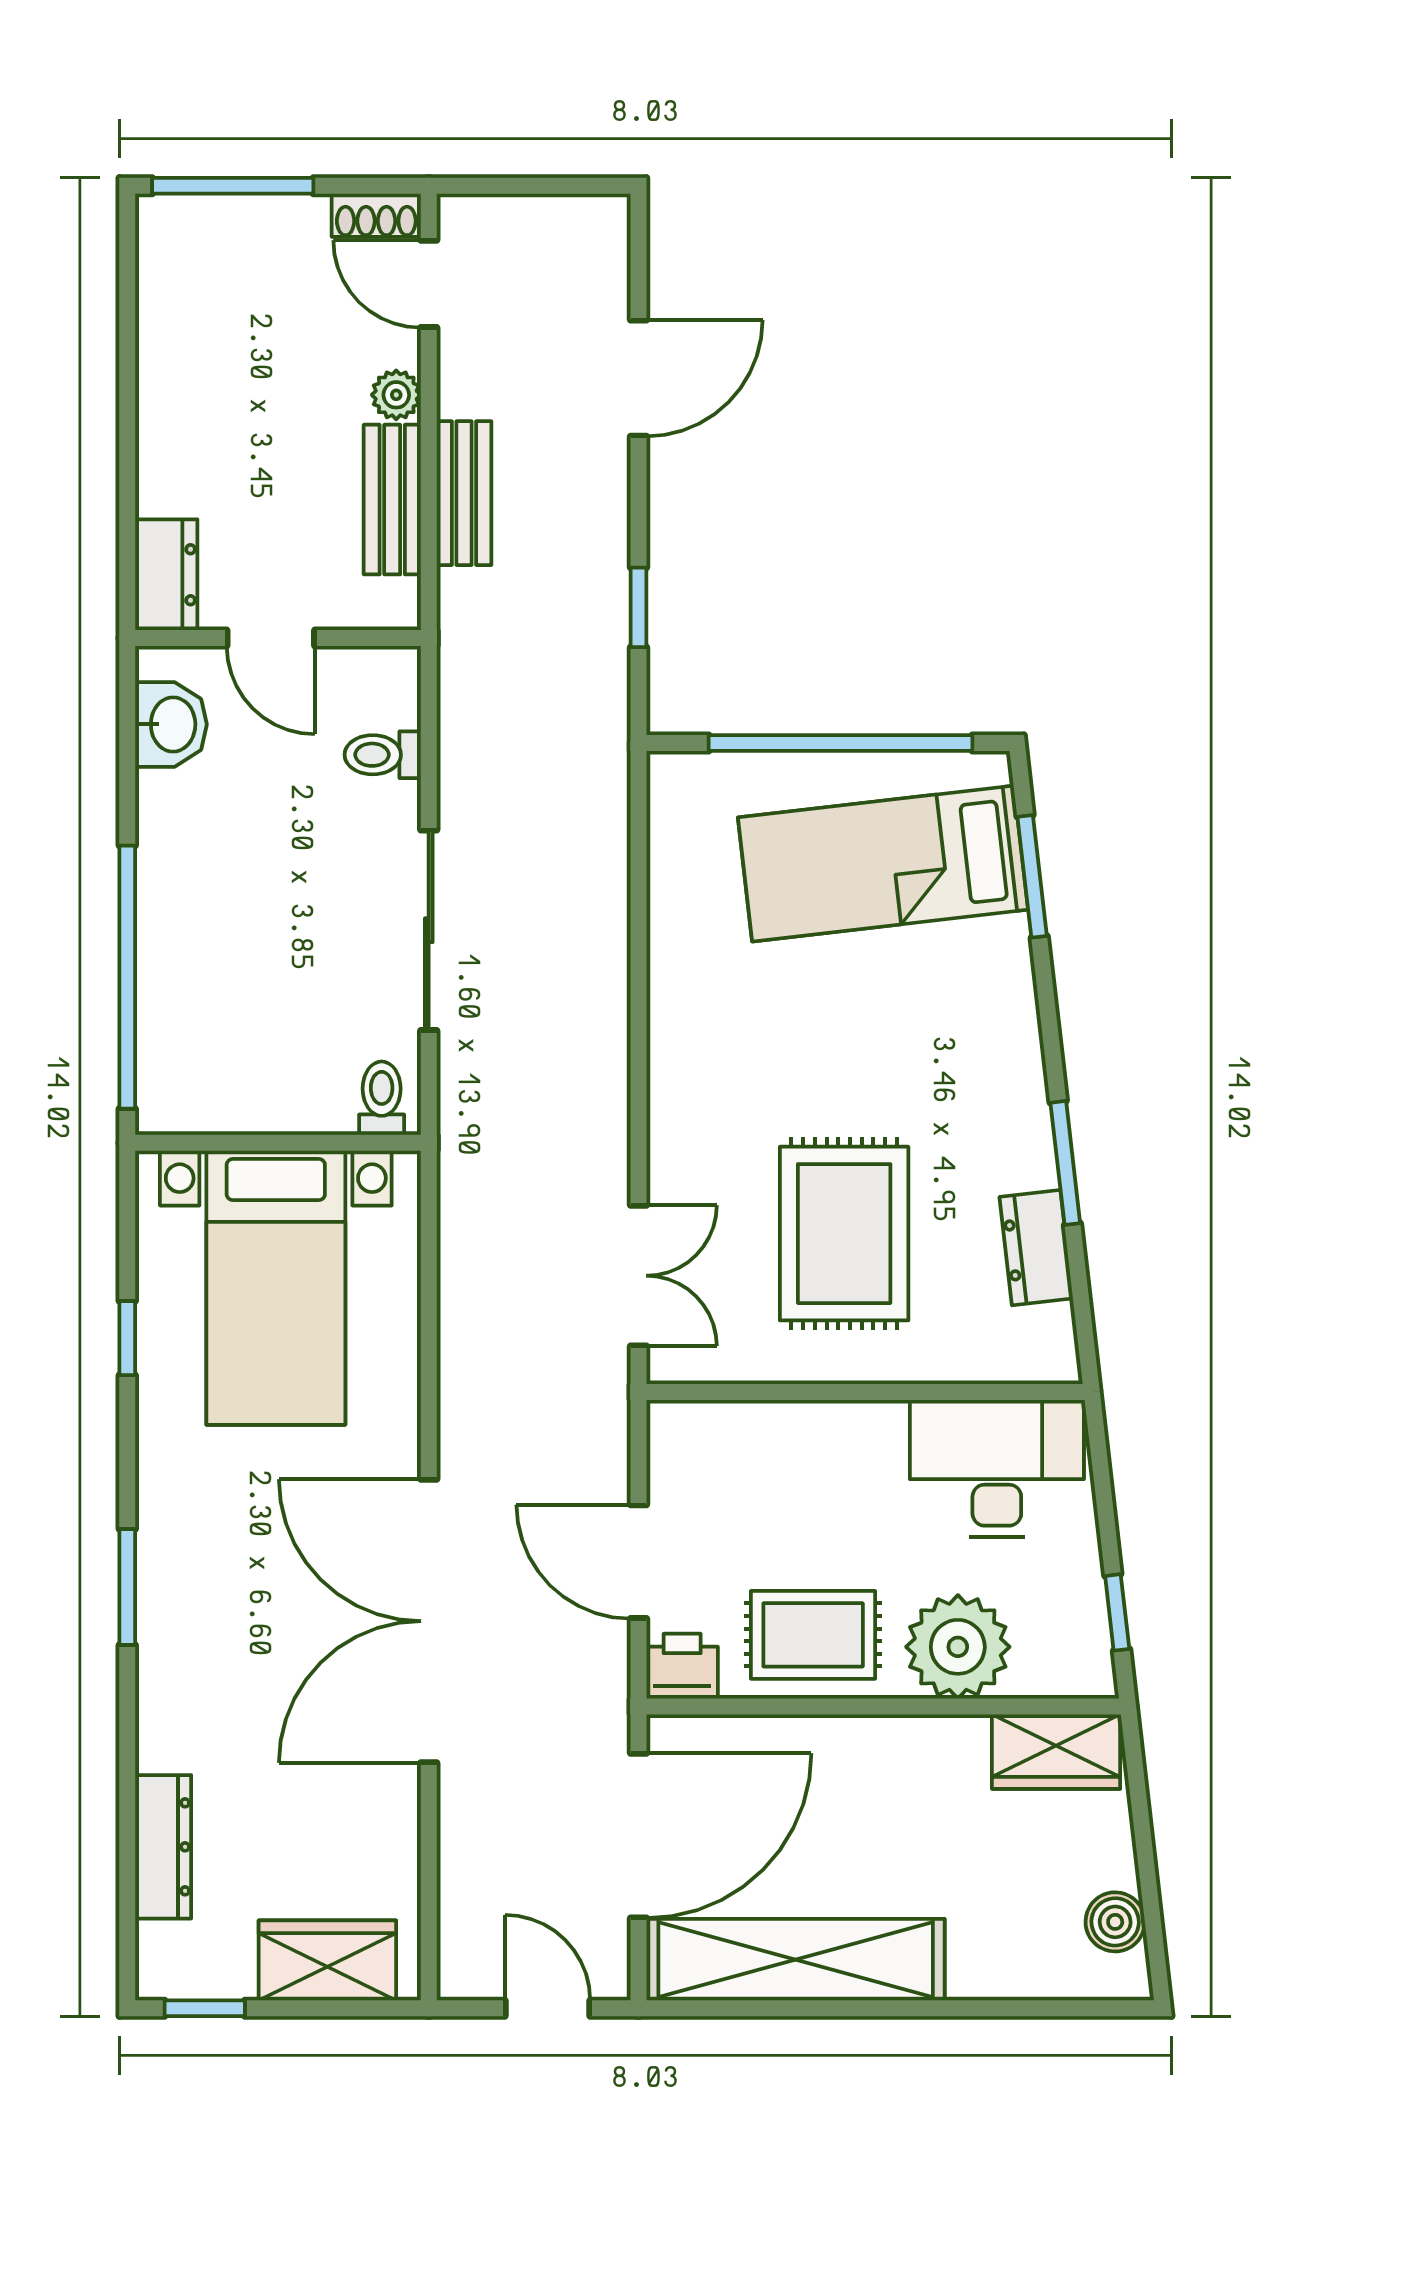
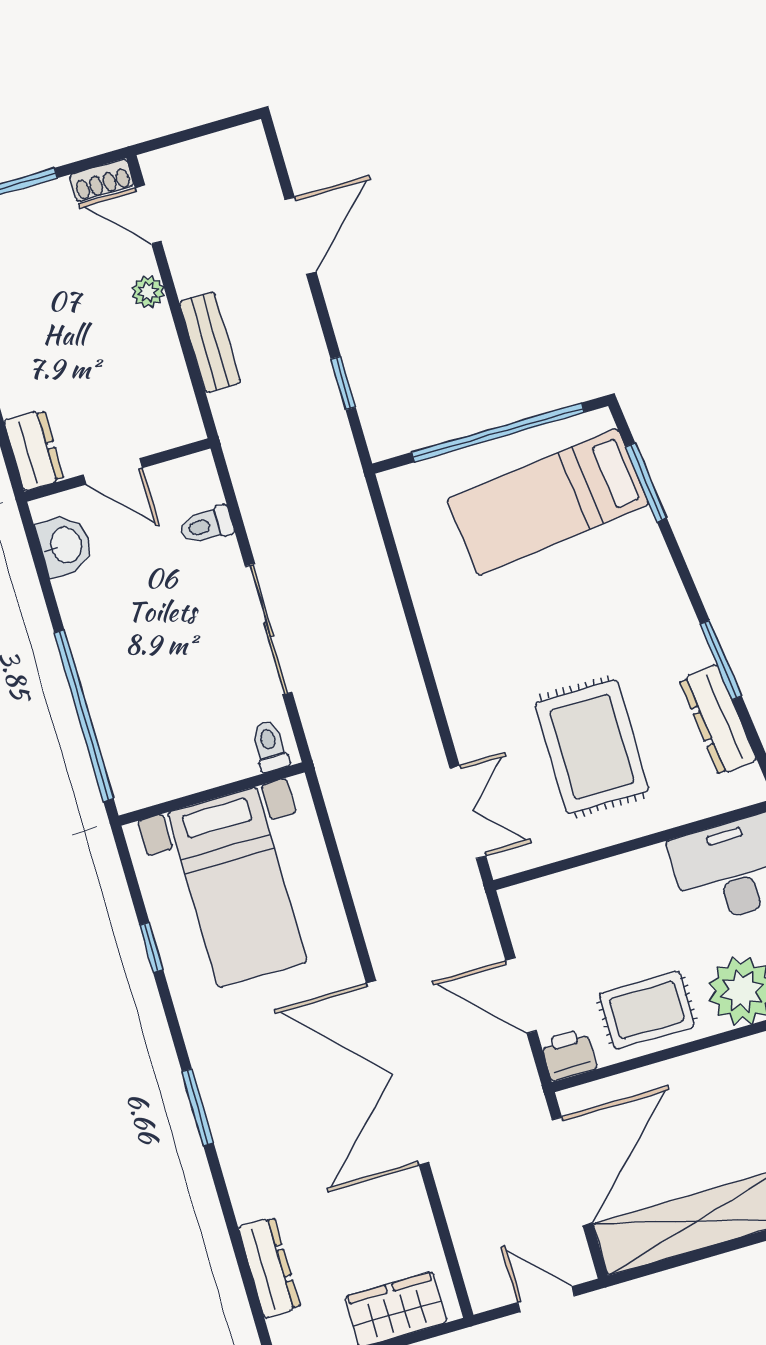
bench: (392, 500) -> (165, 360), removed
dresser: (1036, 1248) -> (718, 720), width x1.44

